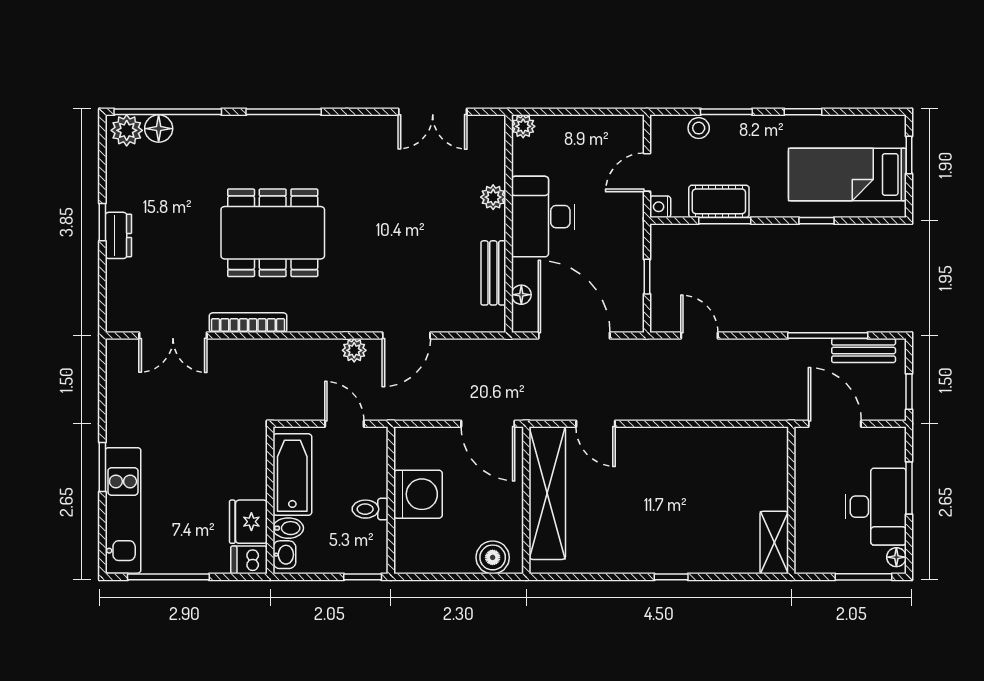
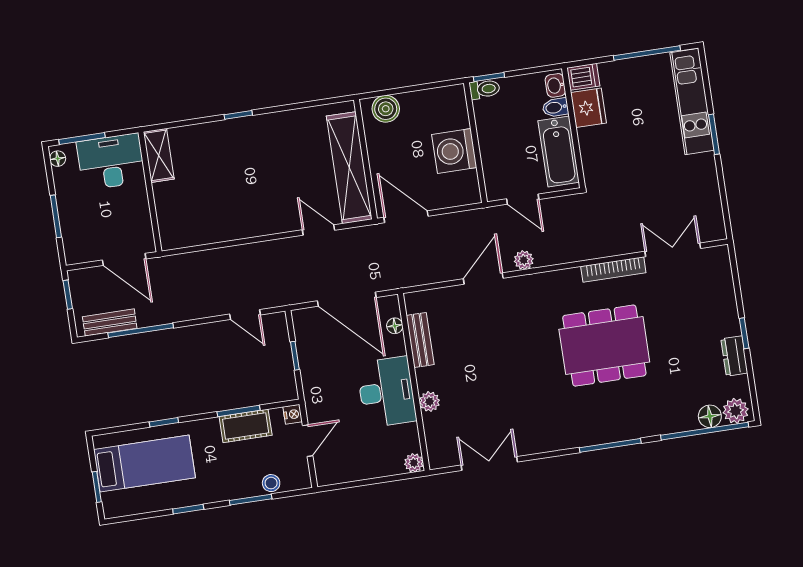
dresser: (118, 235) -> (734, 356), moved
desk: (876, 507) -> (111, 162), moved, turned 90
toilet: (370, 509) -> (485, 89), moved

